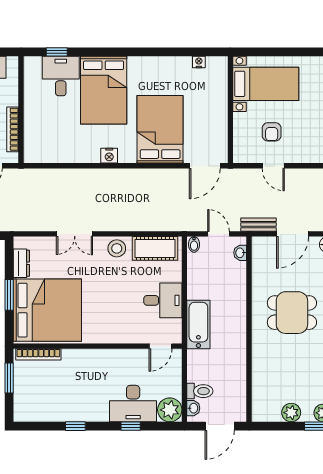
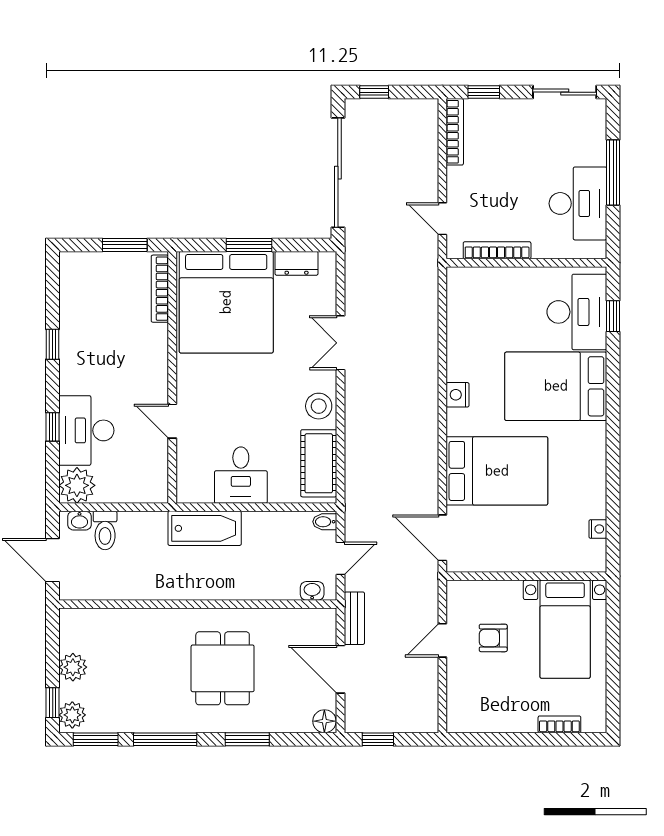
desk: (61, 76) -> (577, 312), width x1.37
door: (160, 346) -> (172, 421), moved

